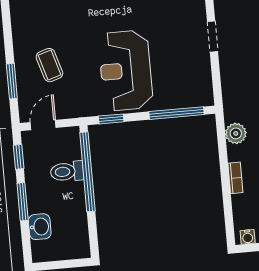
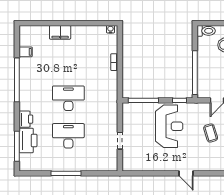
plant: (236, 133) -> (112, 86), removed
toilet: (67, 172) -> (206, 31), moved

